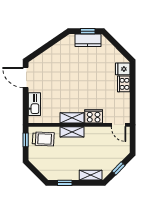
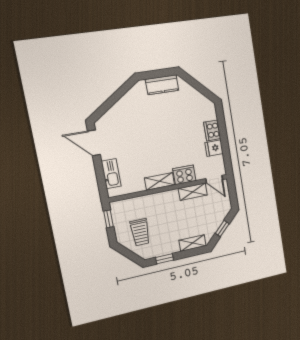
window: (88, 31) -> (160, 73), removed
fridge: (123, 69) -> (214, 148), moved
shelving: (72, 132) -> (193, 192), moved
trolley: (43, 139) -> (140, 232), moved, turned 87

